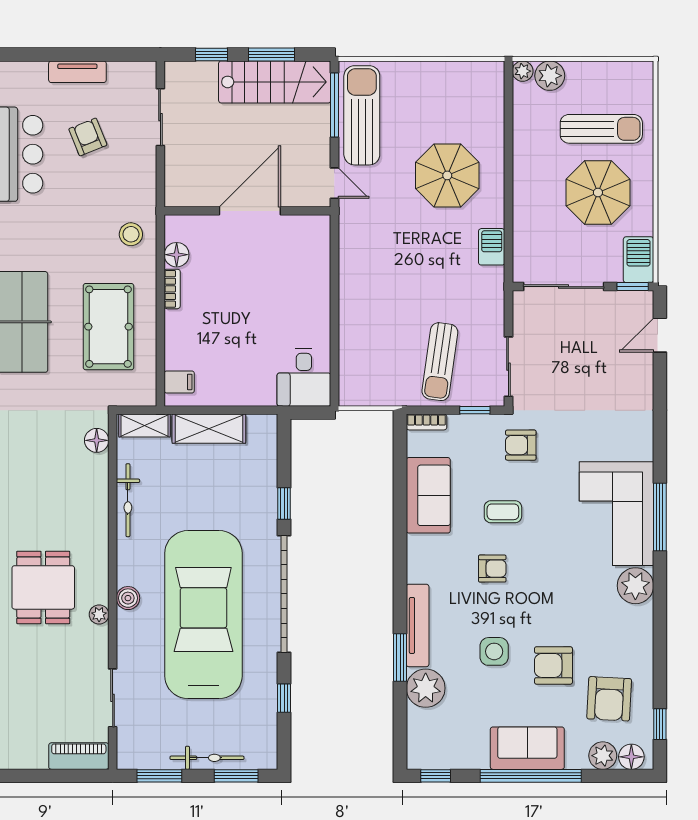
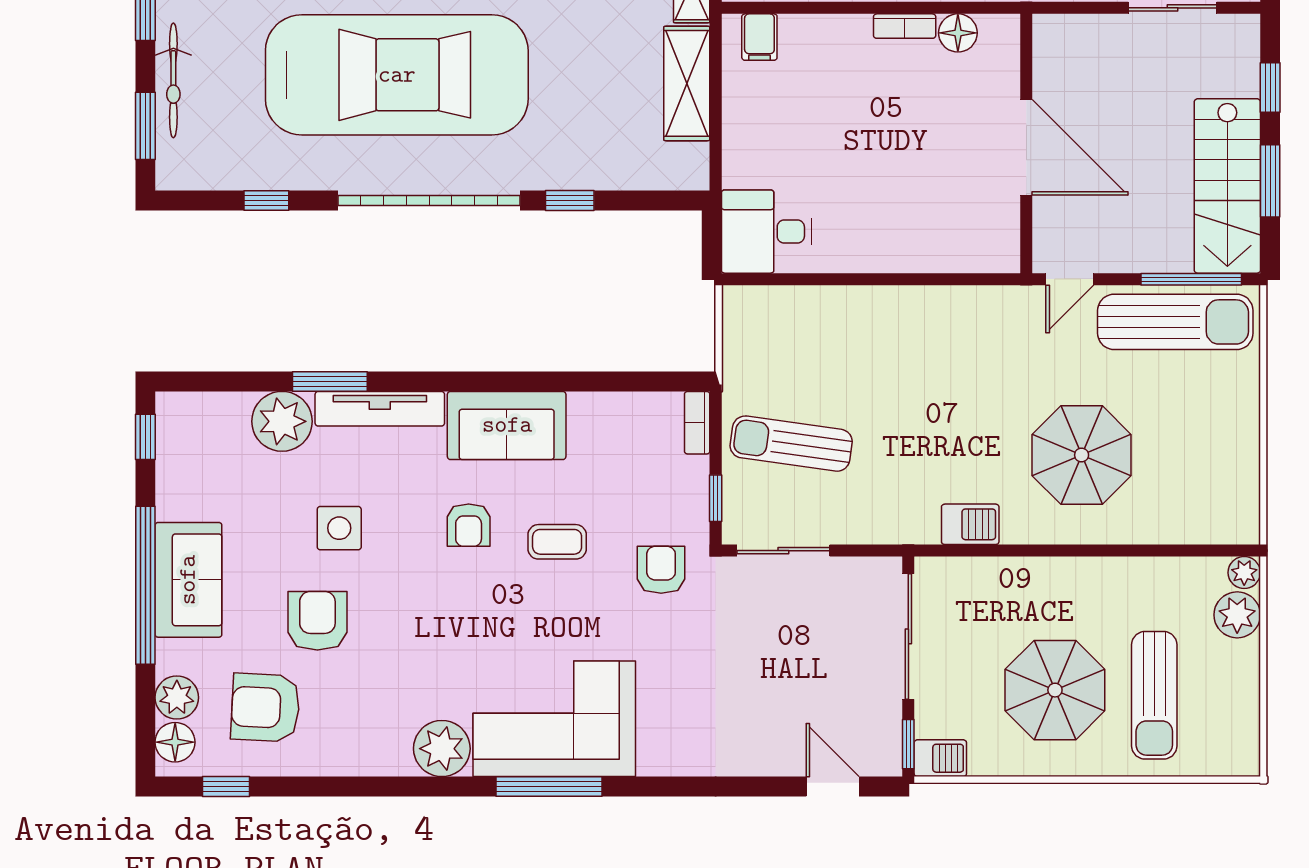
barbecue: (638, 260) -> (940, 758), width x0.73, depth x0.79
sofa: (428, 495) -> (507, 425), moved
coffee table: (503, 512) -> (557, 542), turned 90

